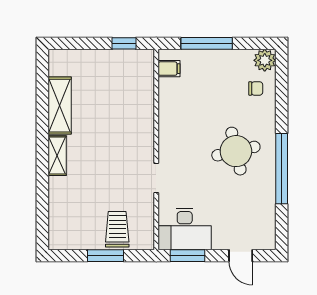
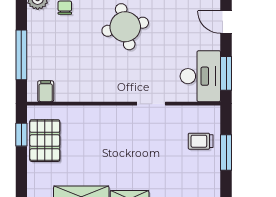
pallet: (118, 68) -> (45, 141), added
trolley: (117, 229) -> (201, 141), width x0.73, depth x0.72
door: (241, 256) -> (226, 22), swing flipped

